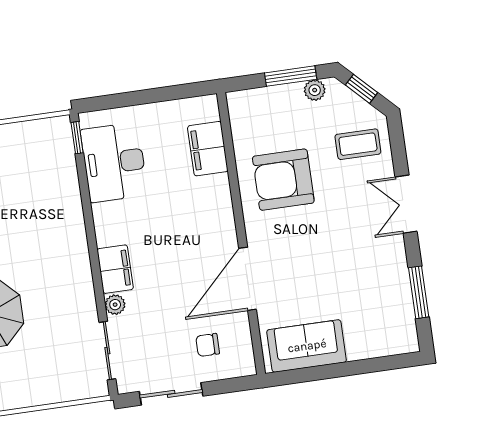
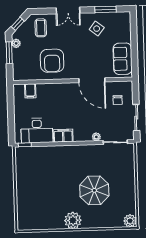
filing cabinet: (208, 149) -> (30, 91), width x0.50
filing cabinet: (115, 269) -> (63, 136), moved
side table: (371, 277) -> (97, 29), added

